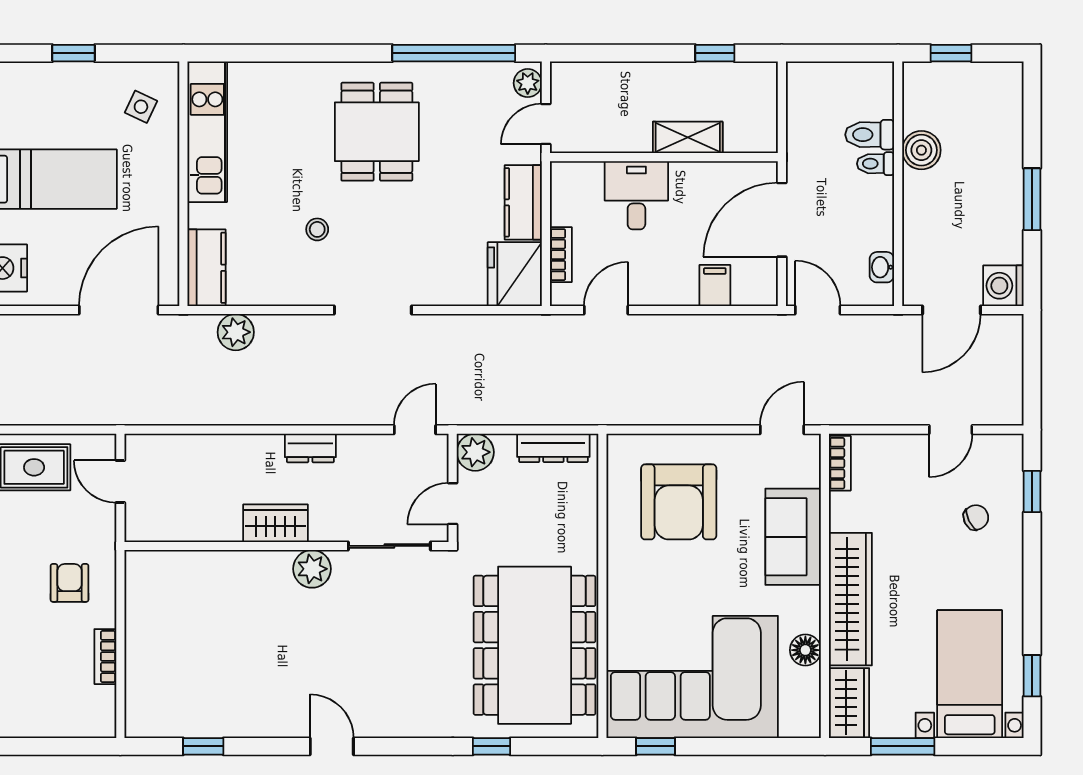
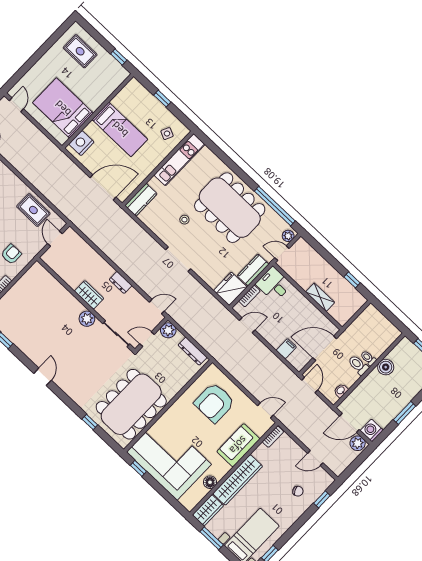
dining table: (377, 132) -> (230, 208), width x1.88, depth x1.24
toilet: (870, 135) -> (358, 365), moved
desk: (636, 195) -> (274, 284), moved, turned -90
plant: (236, 332) -> (358, 443), moved

